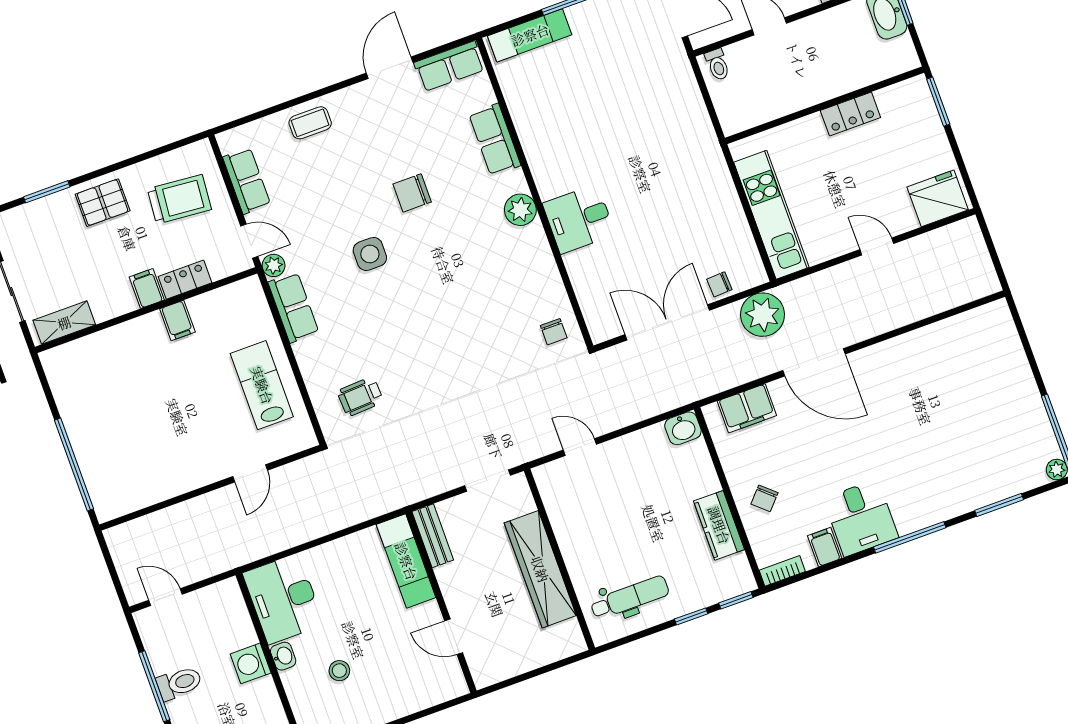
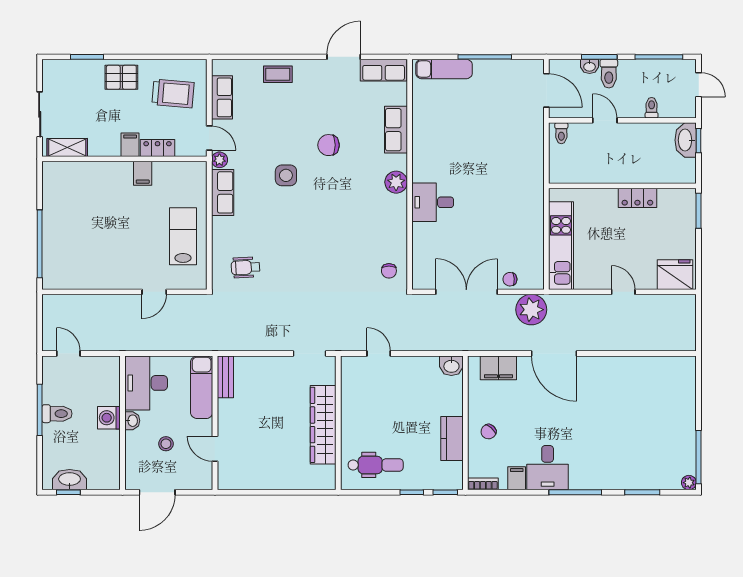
bench: (433, 536) -> (225, 377), moved
exam couch: (406, 561) -> (202, 387), moved
wall: (441, 602) -> (215, 423), moved
door: (454, 637) -> (215, 449), moved

